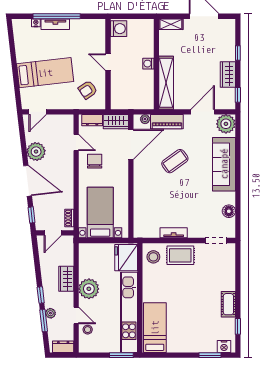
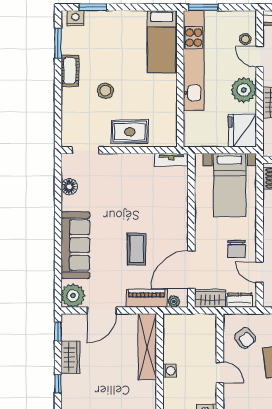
armchair: (88, 90) -> (245, 338), turned 87
coffee table: (175, 161) -> (137, 249), turned -54
tv unit: (174, 233) -> (171, 160), moved
stool: (153, 257) -> (105, 91), moved
fridge: (126, 258) -> (242, 130), moved, turned 180
window: (238, 326) -> (58, 43), width x1.50

